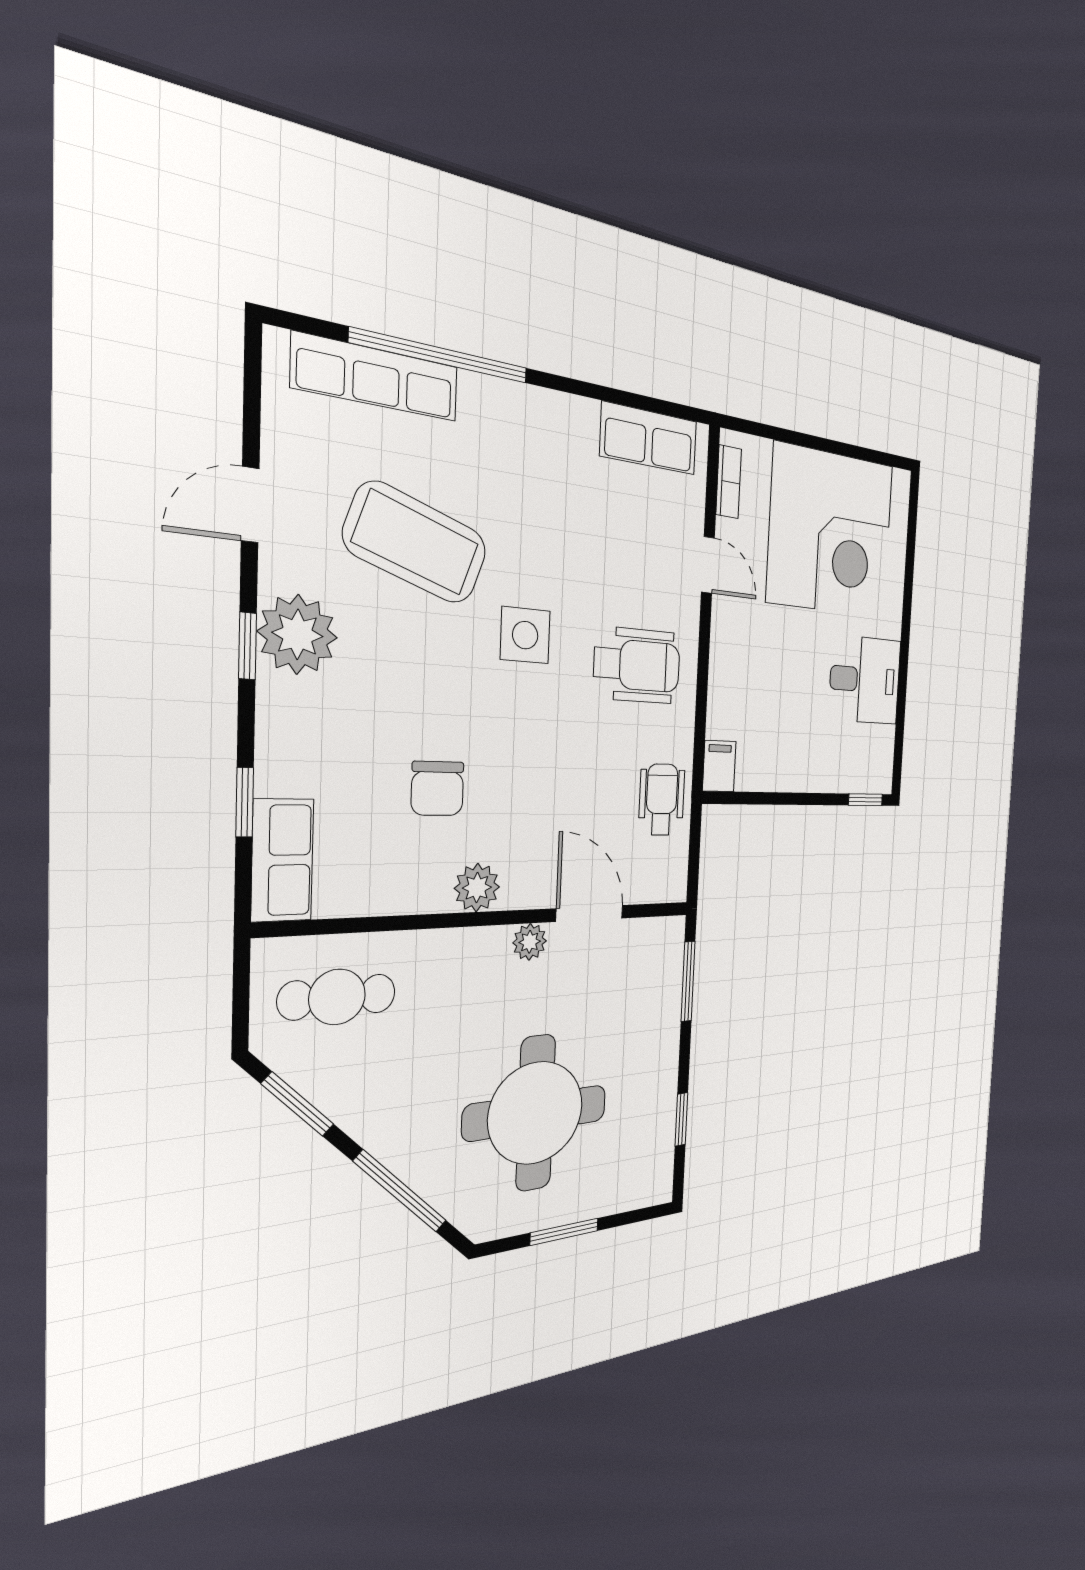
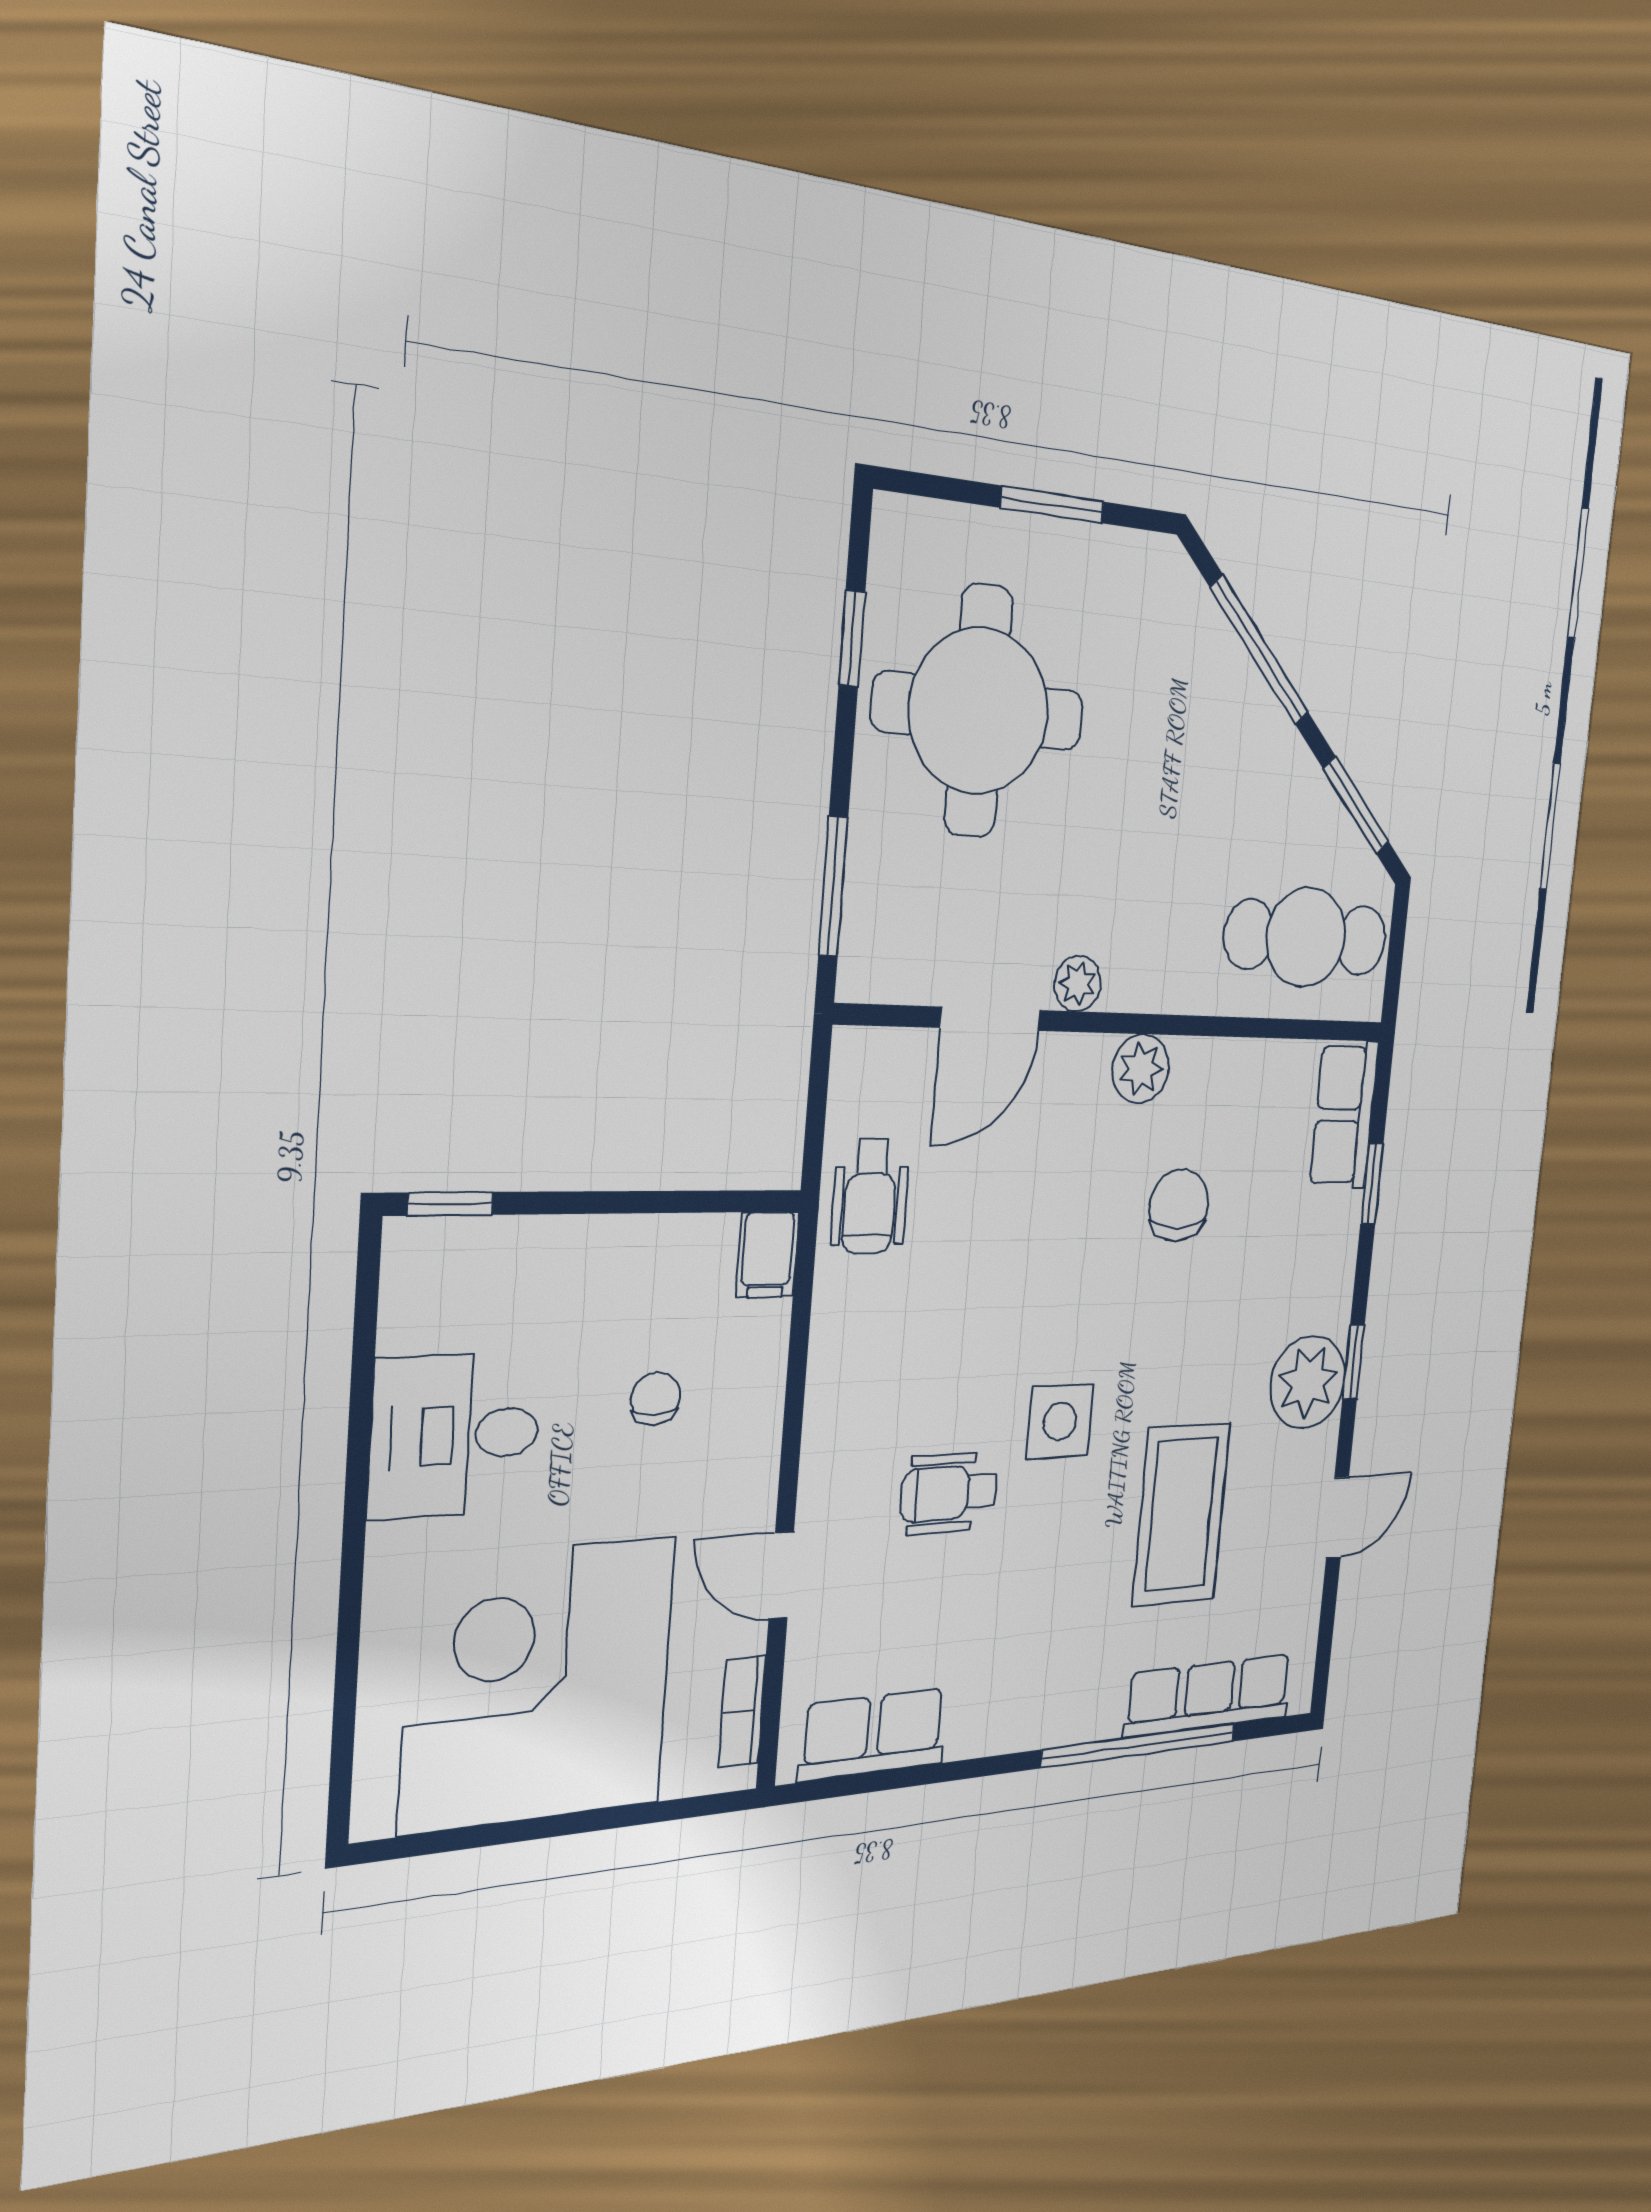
coffee table: (416, 543) -> (1181, 1514), turned 71
wheelchair: (637, 665) -> (949, 1493), moved, width x0.73, depth x0.73
chair: (776, 687) -> (655, 1398), added
door: (590, 913) -> (991, 1019), hinge flipped
cafe table: (337, 997) -> (1306, 937), width x1.37, depth x1.35
round table: (536, 1113) -> (979, 711), moved

